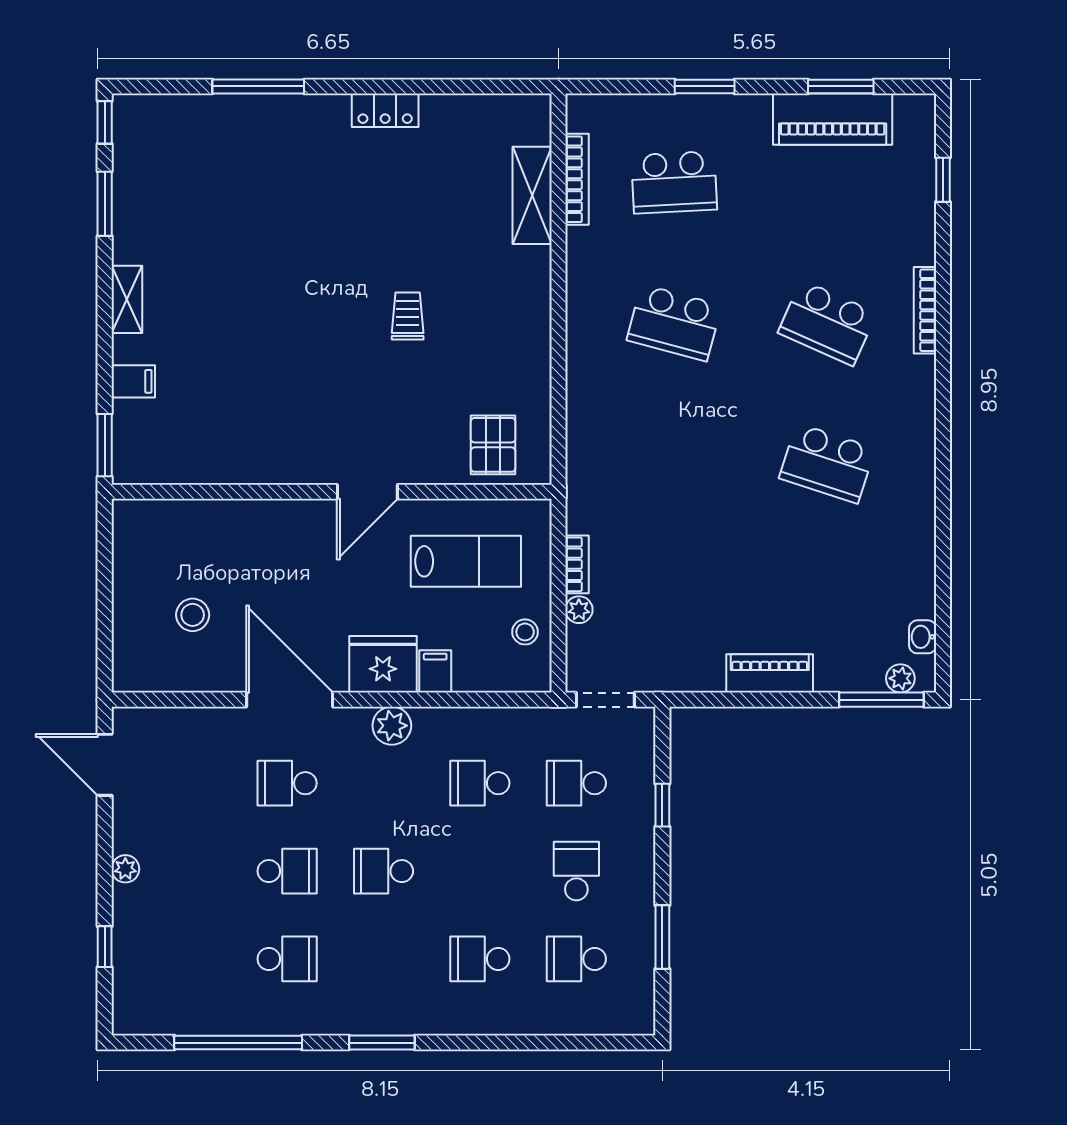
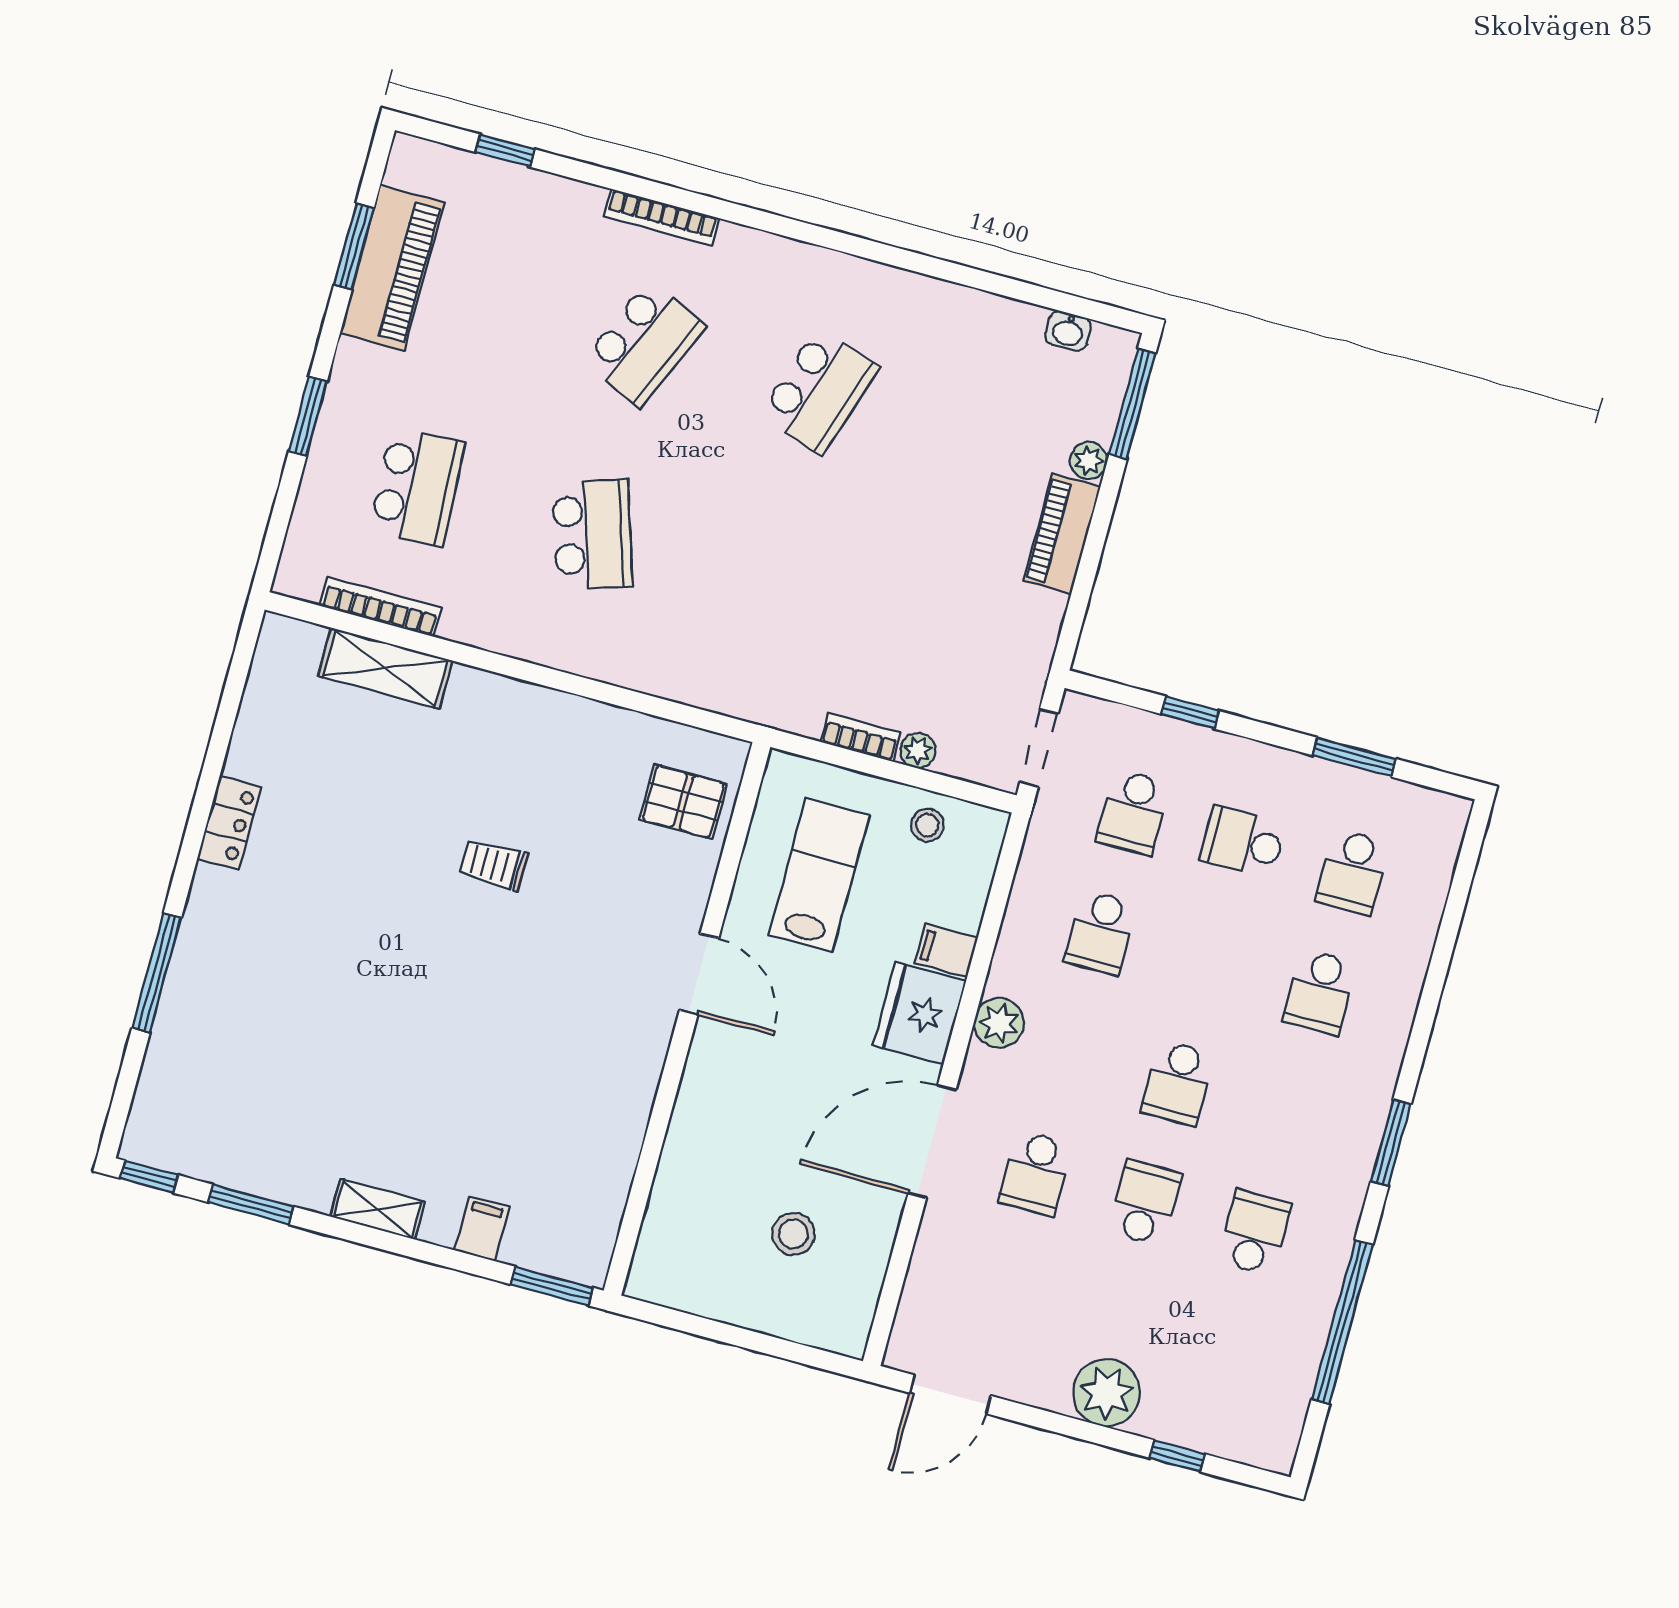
school desk: (674, 323) -> (592, 534), turned -33
plant: (900, 678) -> (1089, 461), moved
plant: (125, 869) -> (1107, 1393), width x1.88, depth x1.88

